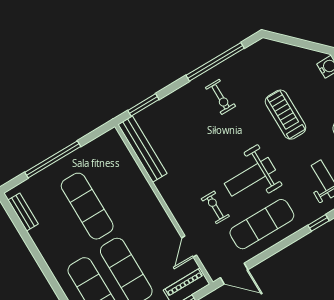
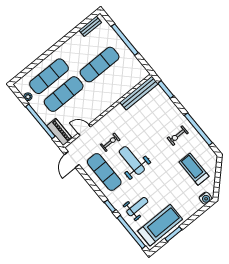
treadmill: (286, 115) -> (194, 169), moved, turned -90

